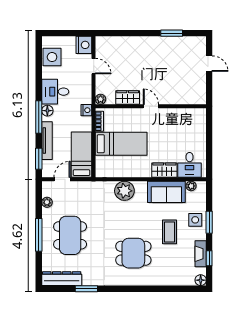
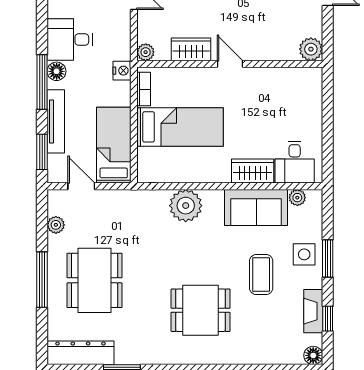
plant: (199, 97) -> (311, 49), added
door: (62, 179) -> (81, 186), hinge flipped

